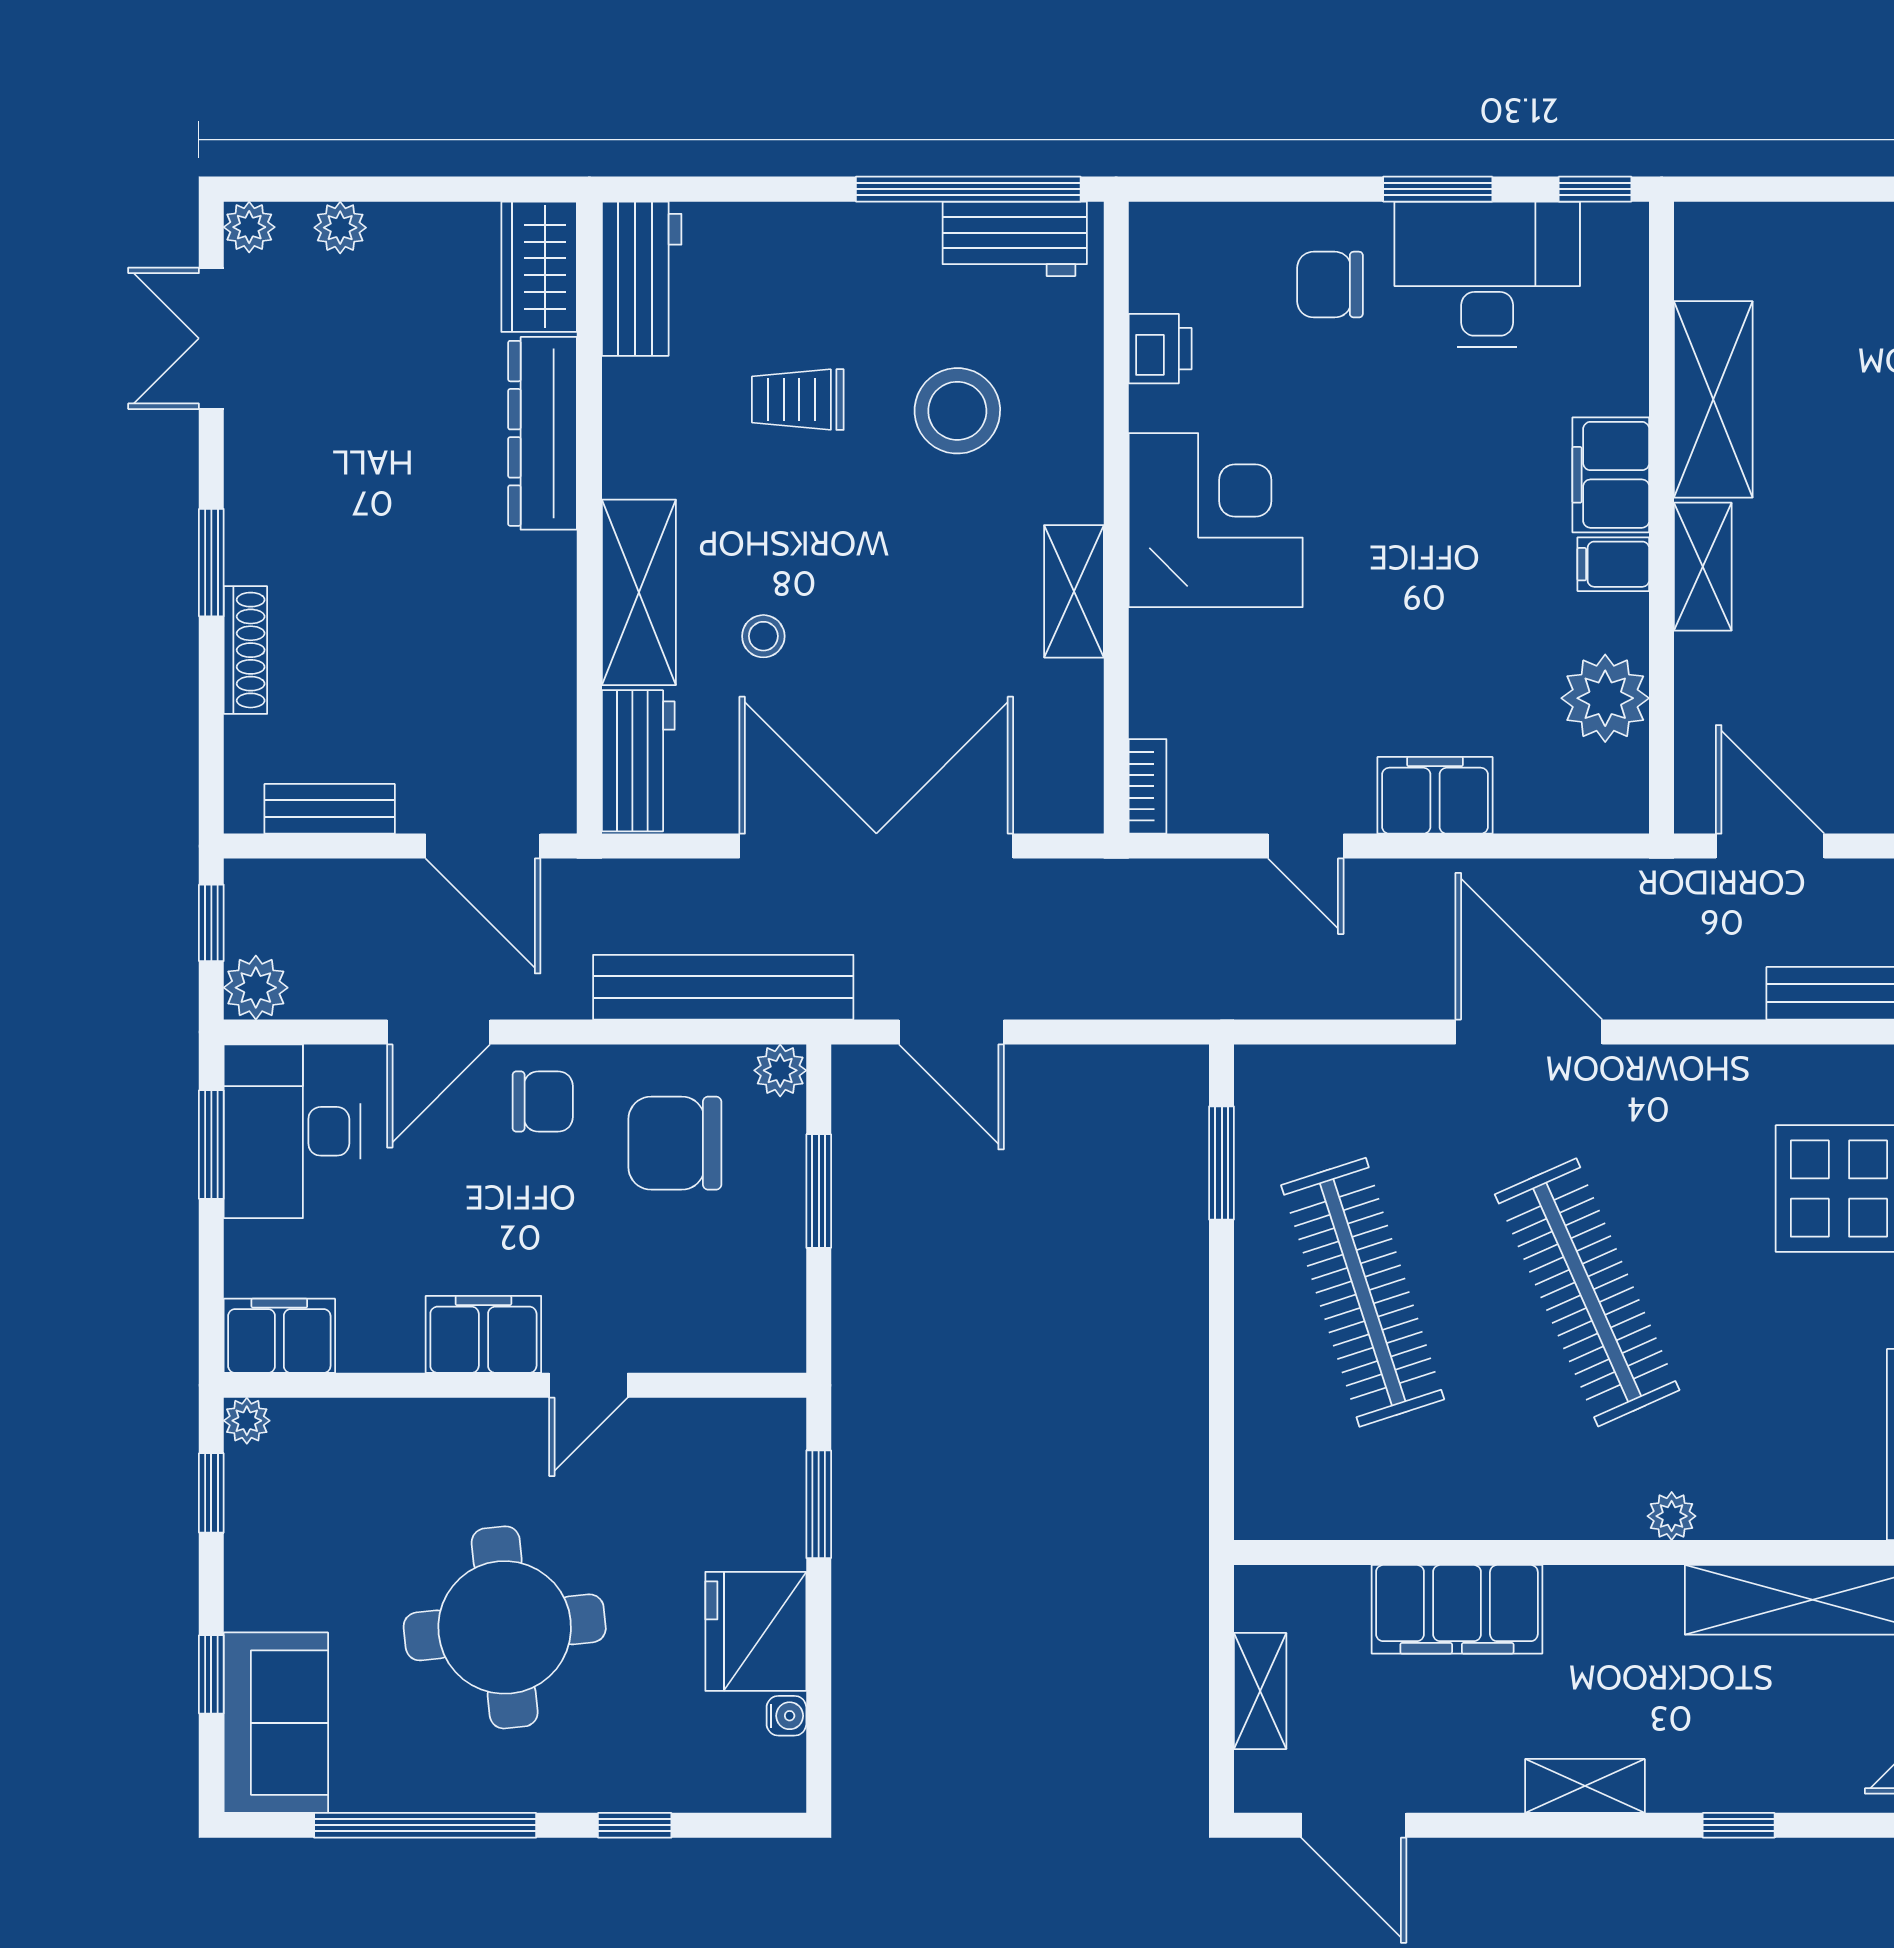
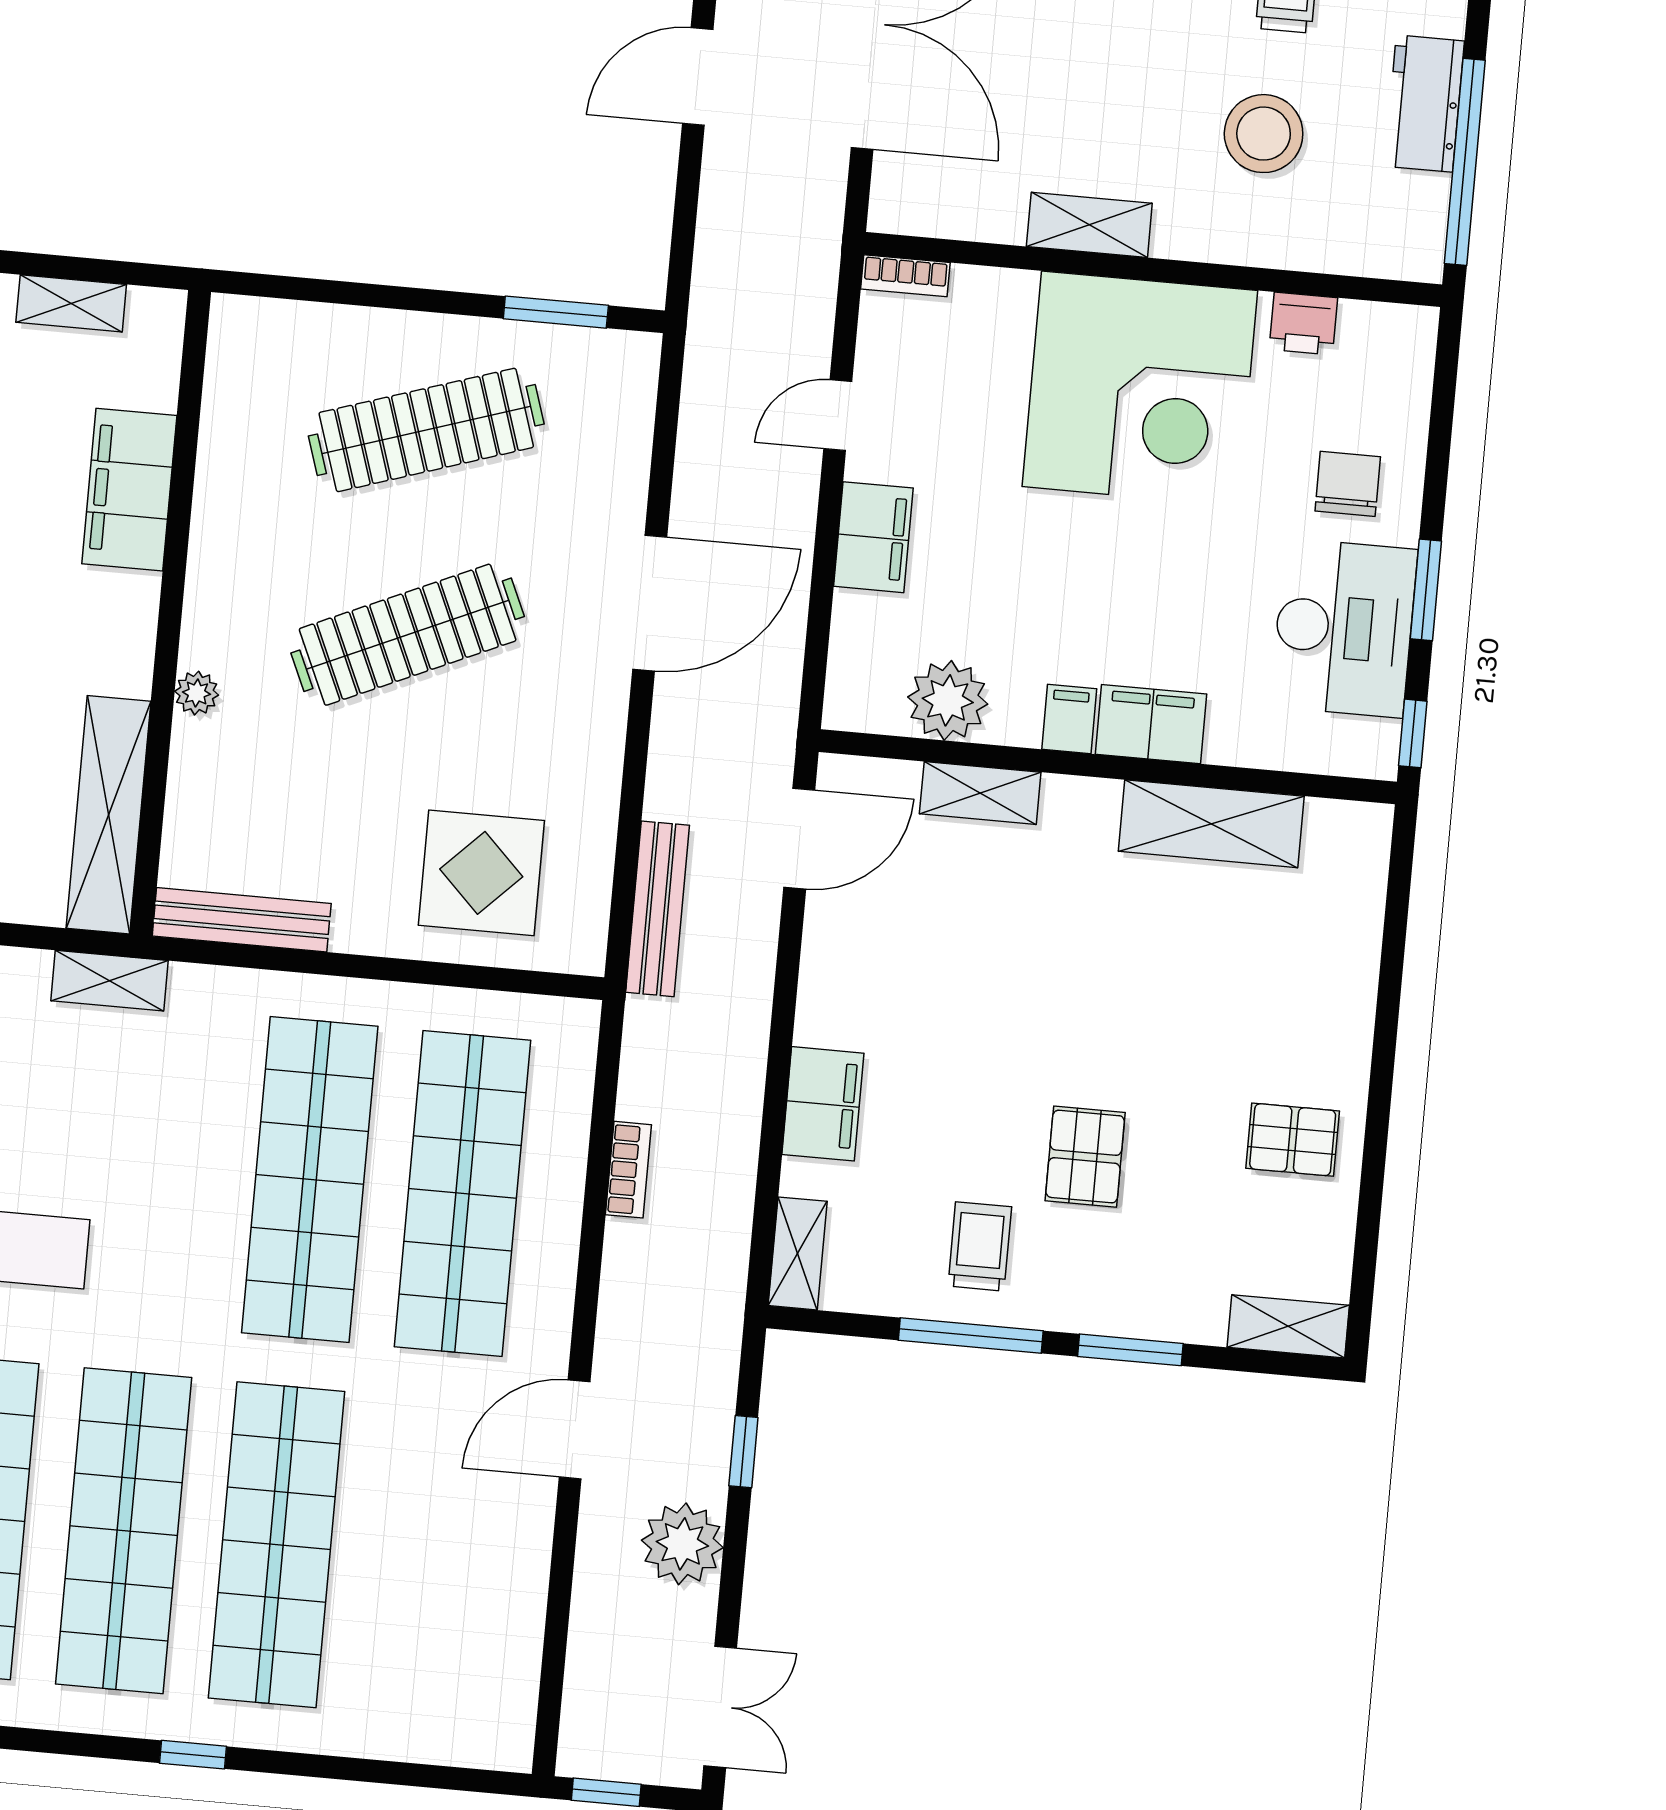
workbench: (1015, 239) -> (1424, 104), moved
corner desk: (1216, 520) -> (1140, 389), width x1.36, depth x1.36
shelving: (1703, 567) -> (980, 793), moved

